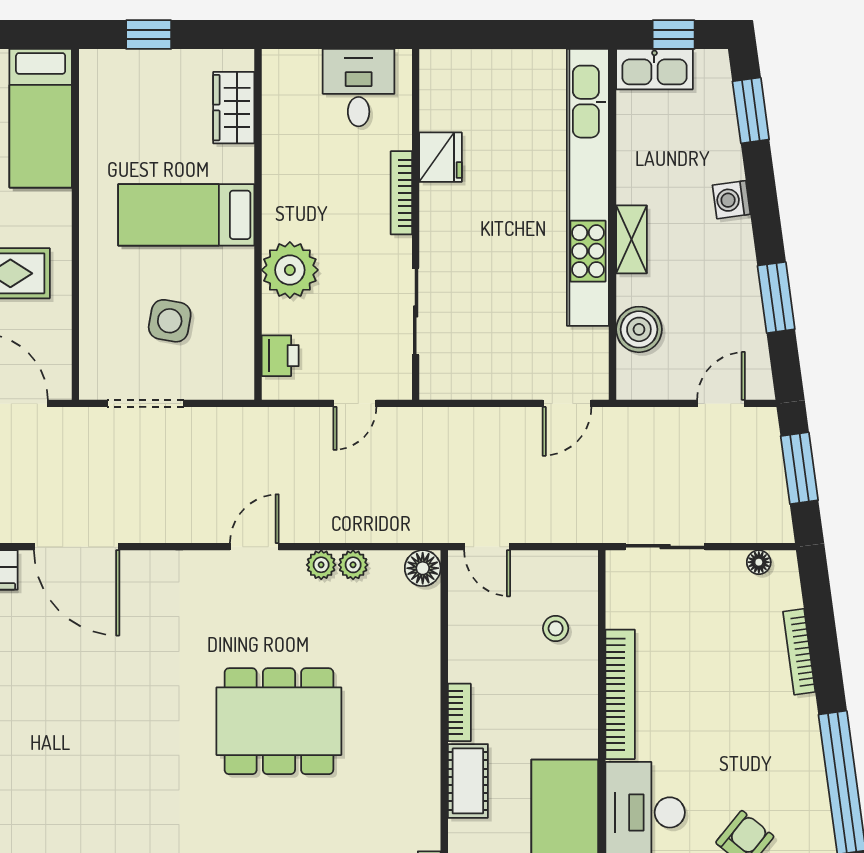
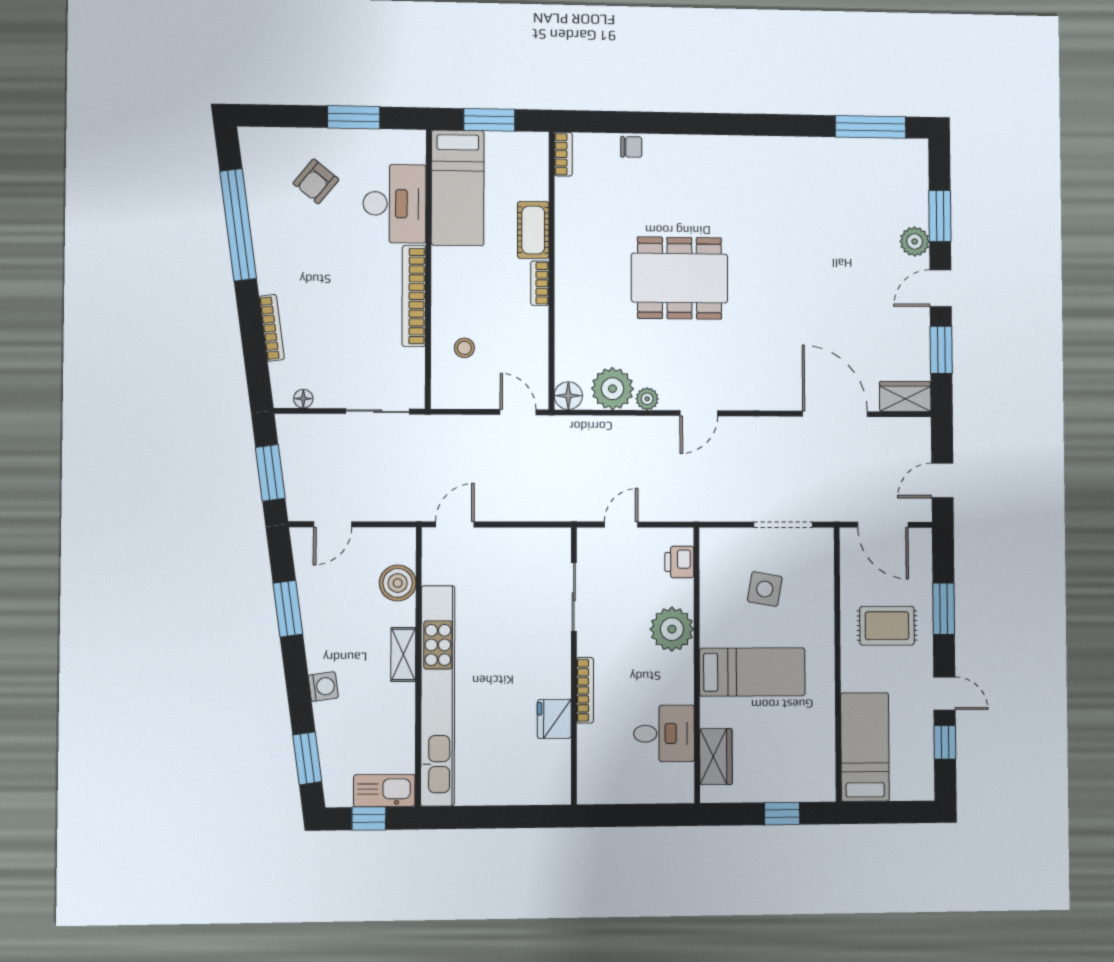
desk: (359, 88) -> (664, 734), moved, turned -90
plant: (353, 565) -> (613, 389), width x1.88, depth x1.88

